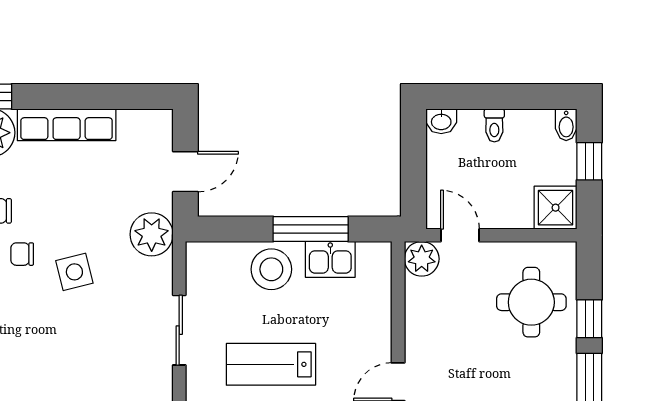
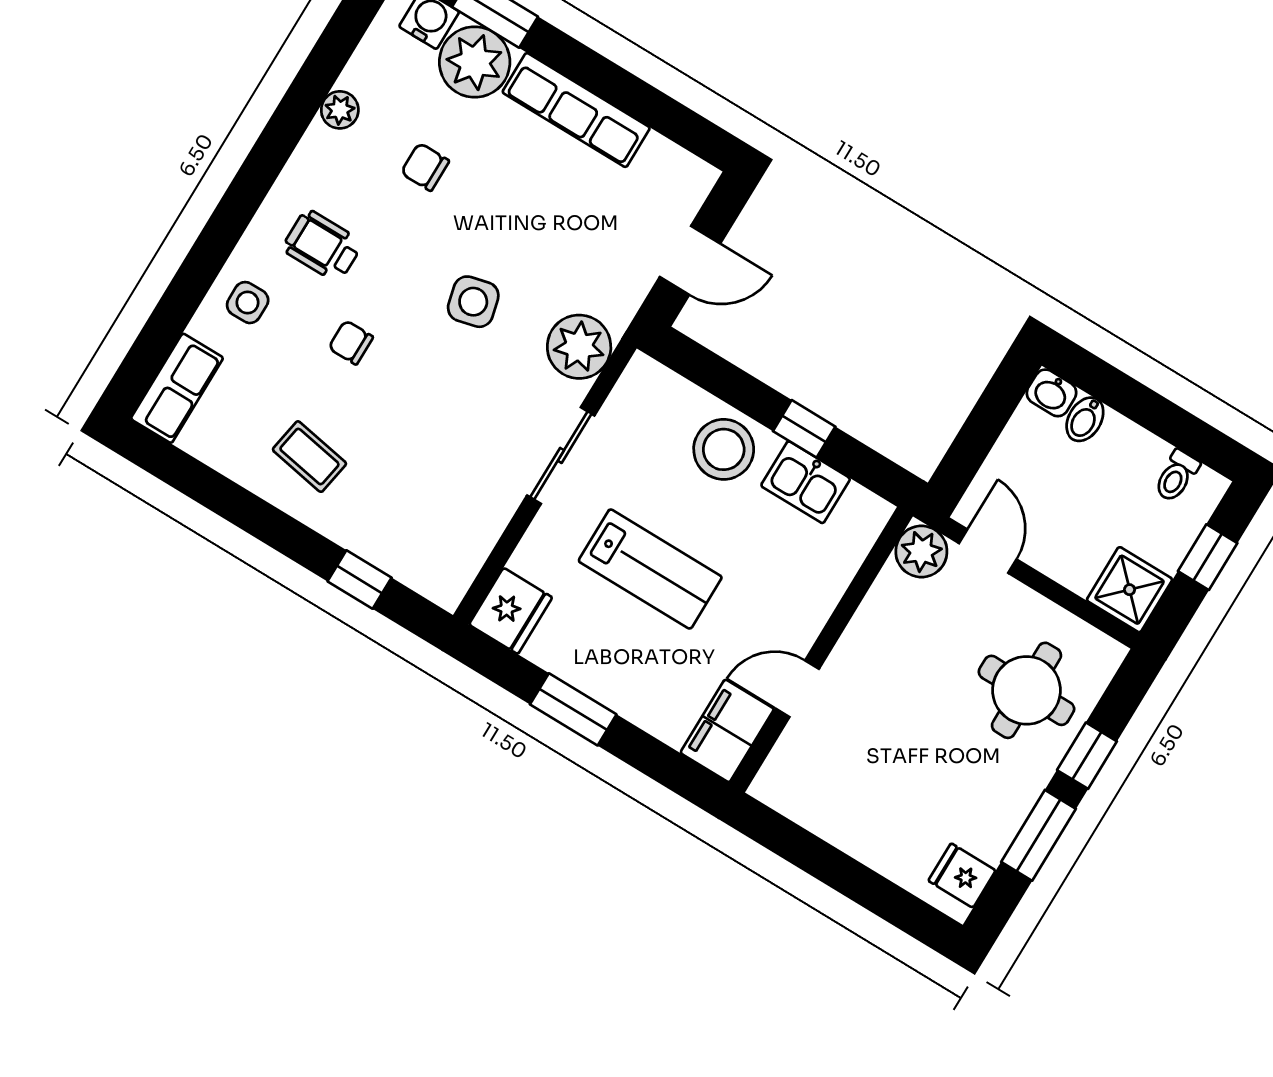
toilet: (494, 125) -> (1176, 476), moved
bidet: (566, 125) -> (1085, 419), moved
window: (311, 229) -> (804, 429), width x0.46
plant: (152, 234) -> (579, 347), moved
chair: (22, 254) -> (351, 342), moved
lab bench: (271, 364) -> (650, 569), turned 180

